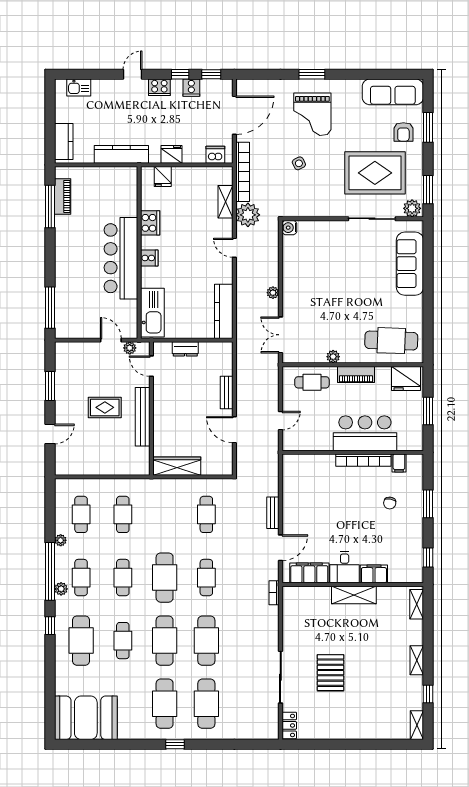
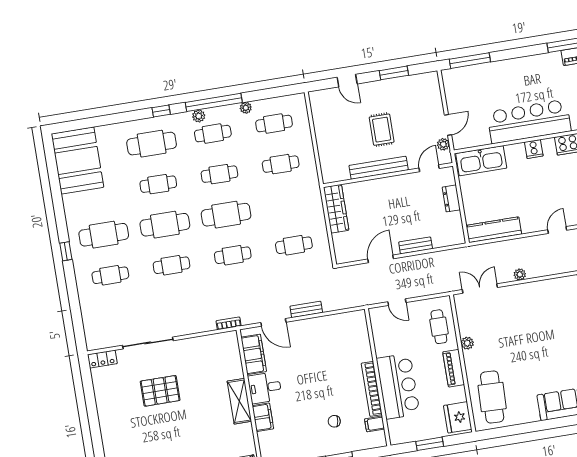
cafe table: (206, 641) -> (172, 265), width x0.73, depth x0.74
cafe table: (206, 704) -> (110, 275), width x0.73, depth x0.74

